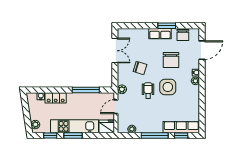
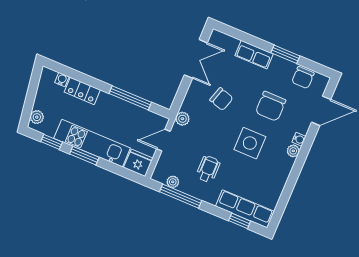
row of seats: (160, 34) -> (254, 55), moved
wheelchair: (148, 90) -> (208, 169), moved
window: (155, 136) -> (181, 196), moved

